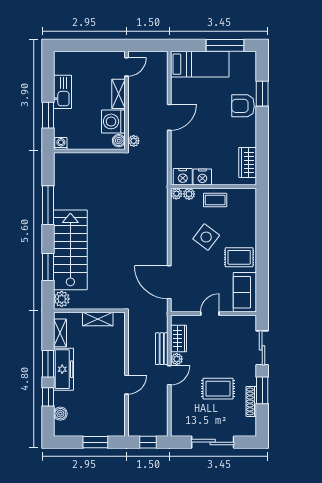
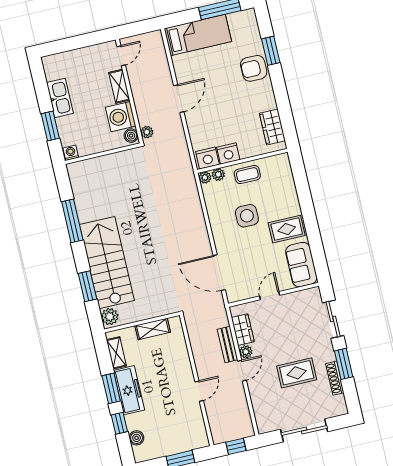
side table: (206, 237) -> (247, 216), turned -37

